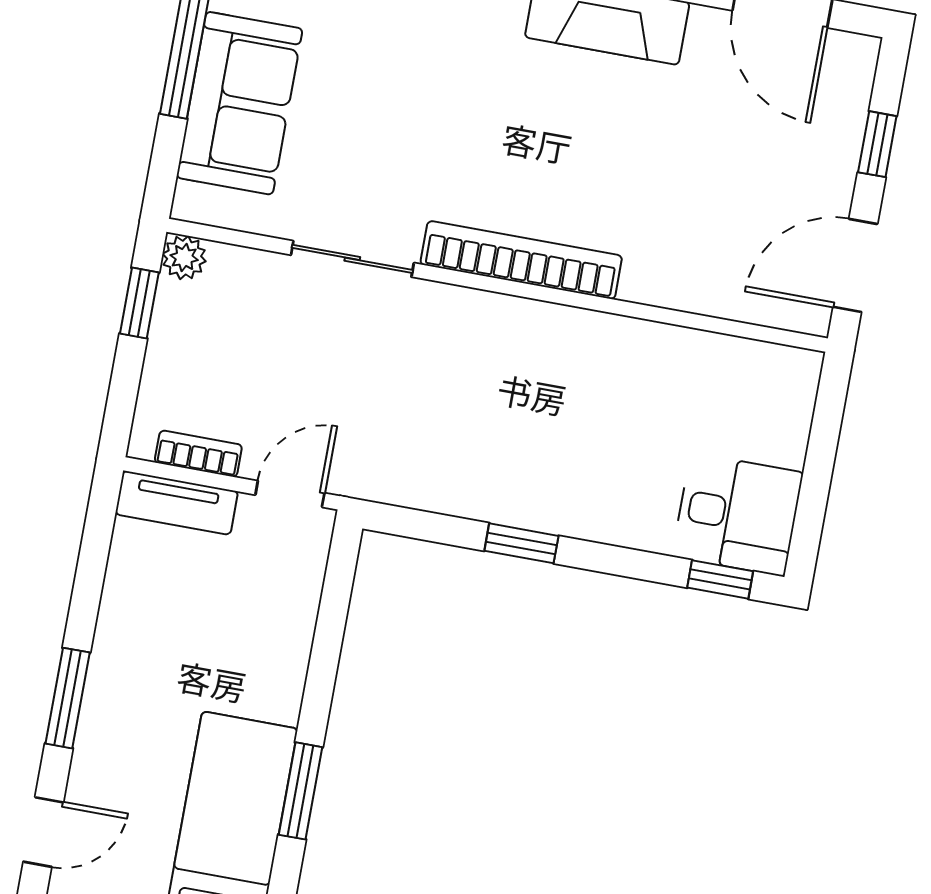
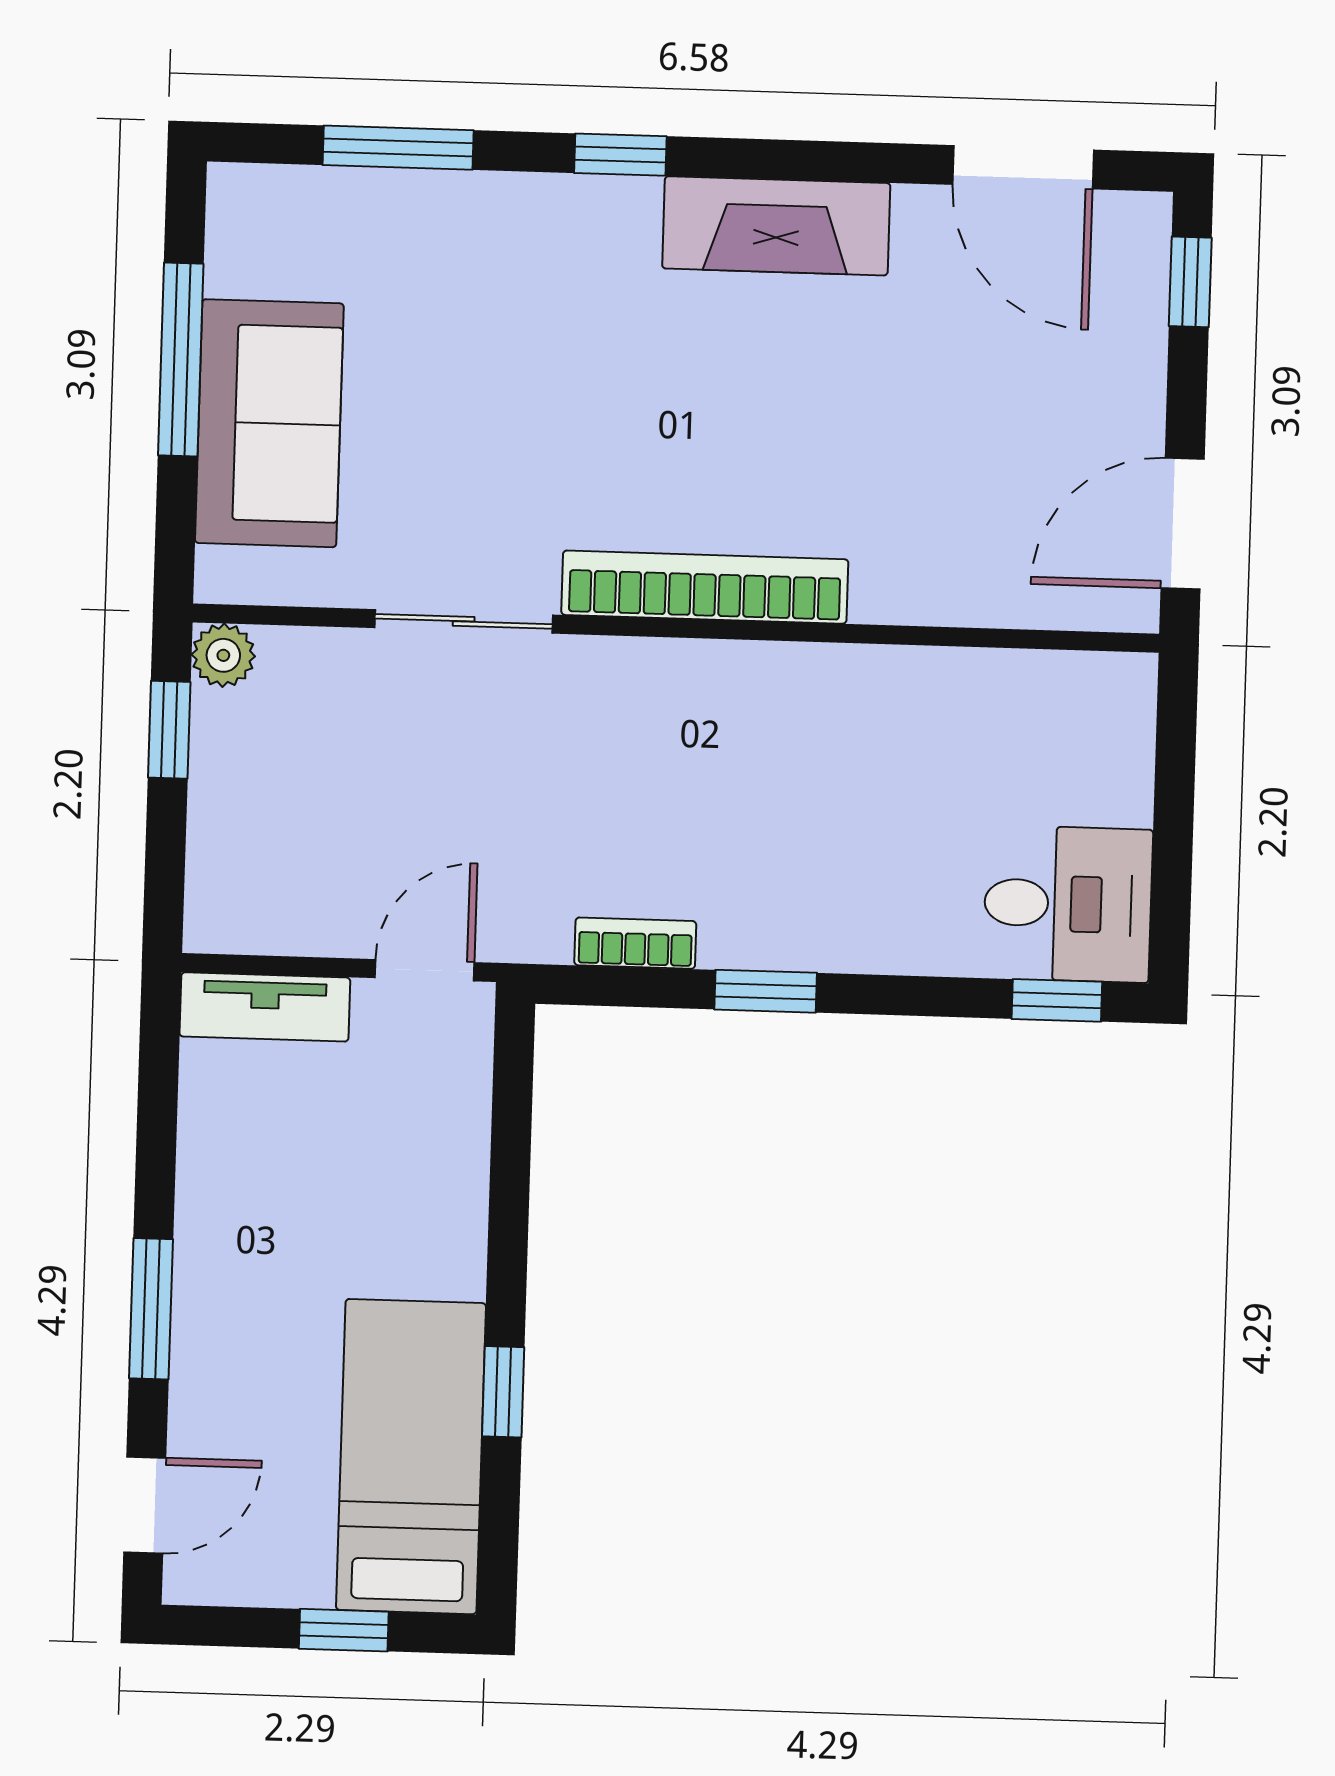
window: (877, 144) -> (1190, 282), moved
bookcase: (198, 454) -> (635, 943), moved
window: (301, 791) -> (503, 1392), width x0.67

